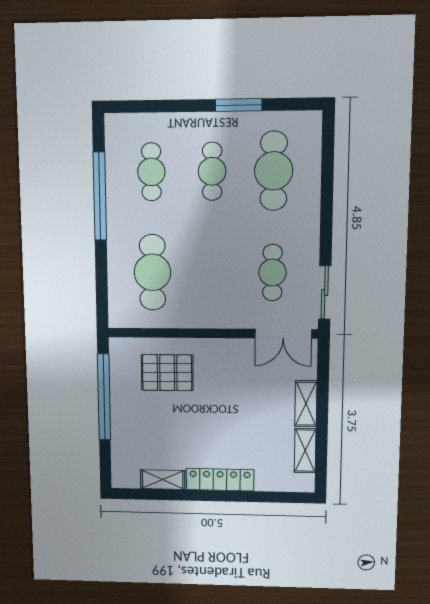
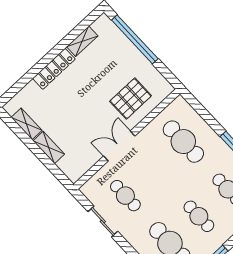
sliding door: (325, 292) -> (103, 222), moved
double door: (283, 334) -> (119, 146), moved
window: (104, 397) -> (135, 39), moved

